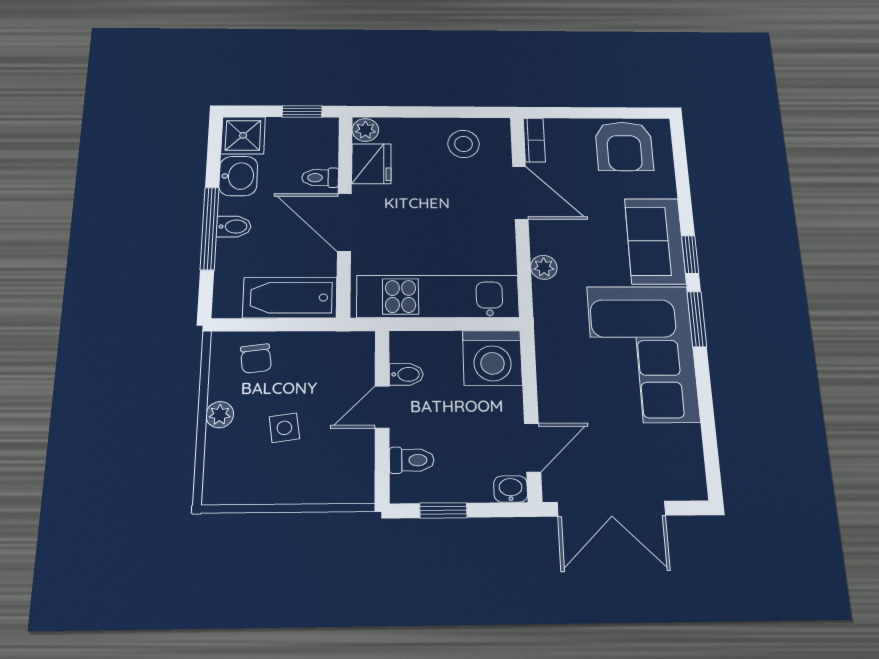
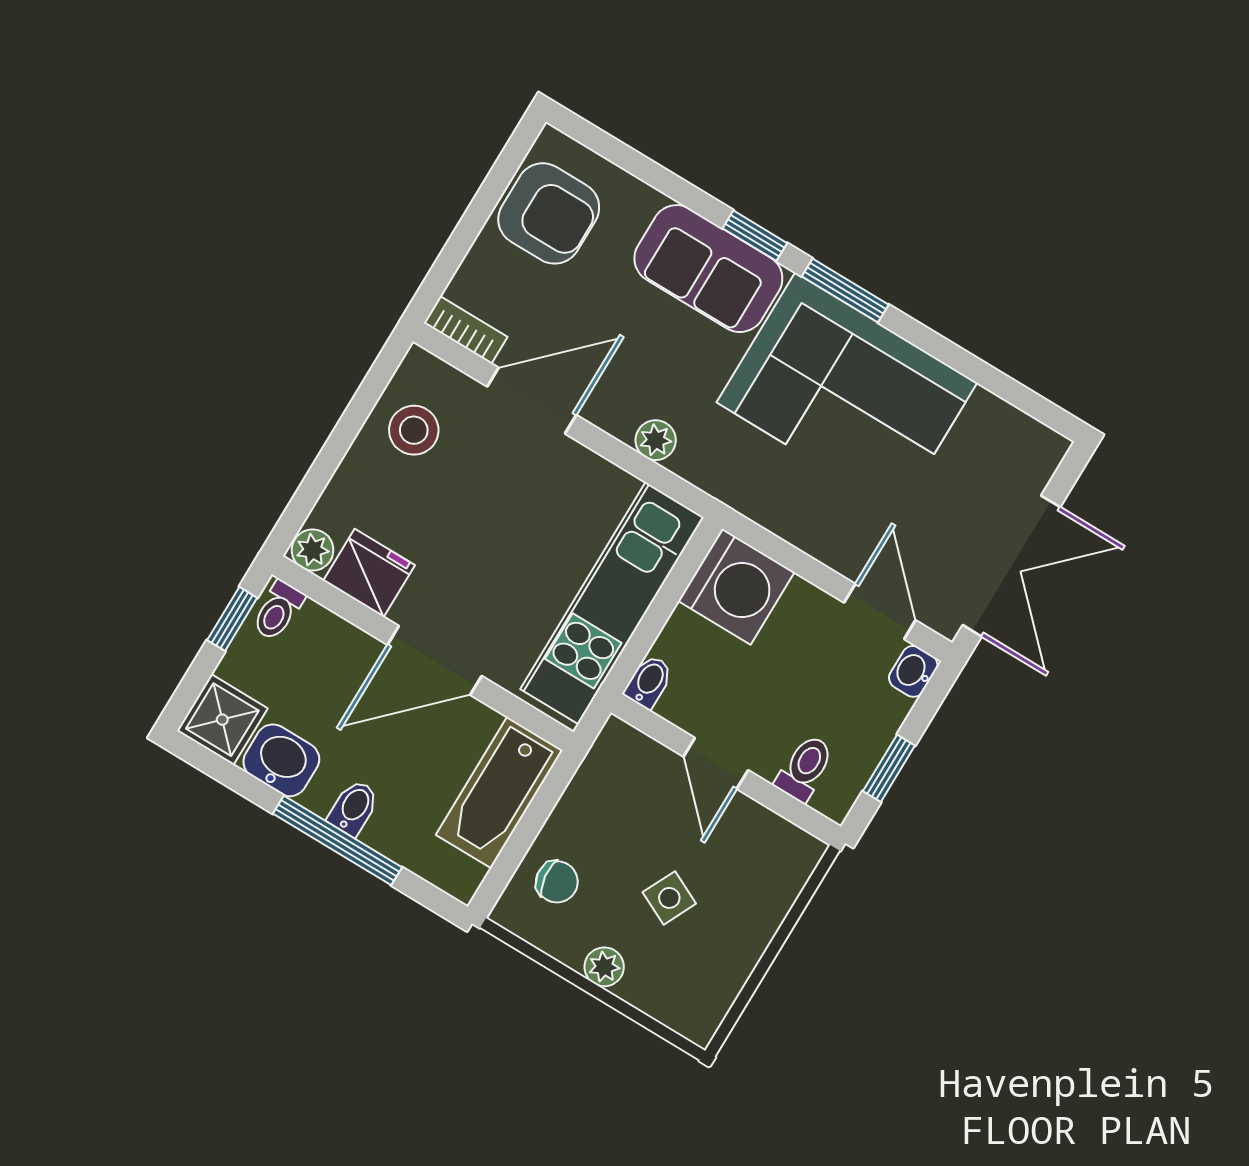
toilet: (320, 178) -> (278, 611), moved
bidet: (406, 374) -> (649, 682), moved
side table: (284, 428) -> (669, 898), turned 34

